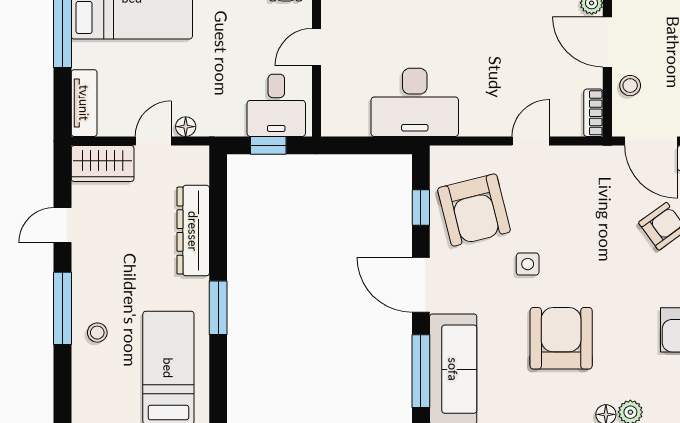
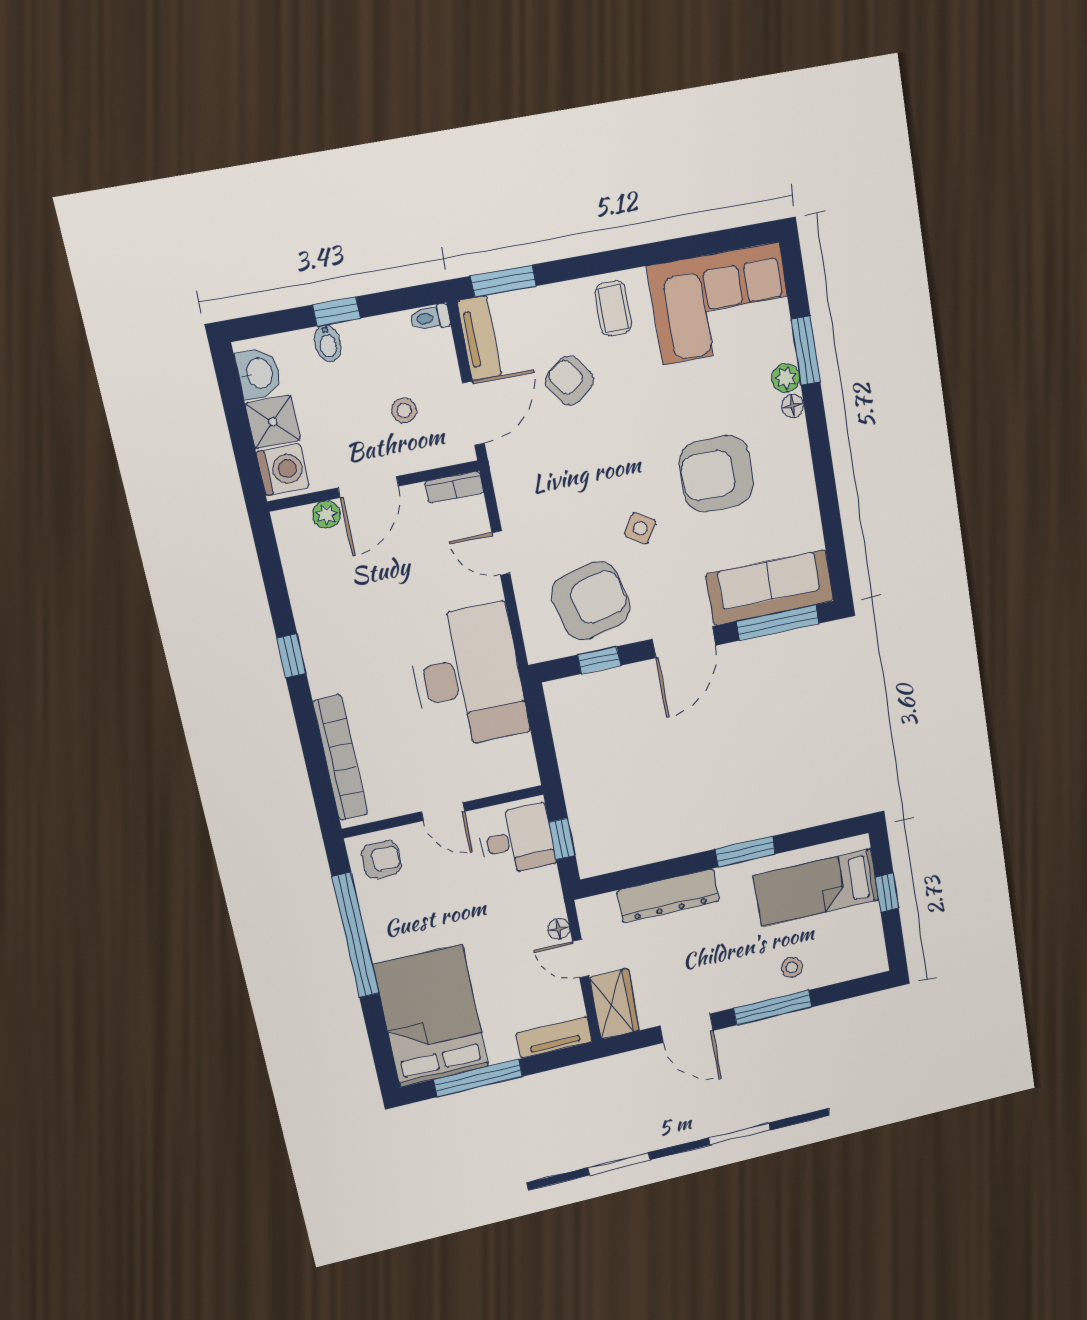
stool: (630, 86) -> (404, 410), moved
desk: (415, 102) -> (468, 677), width x1.36, depth x1.30
door: (63, 225) -> (687, 1028), width x1.37
side table: (528, 264) -> (640, 528), turned 33

